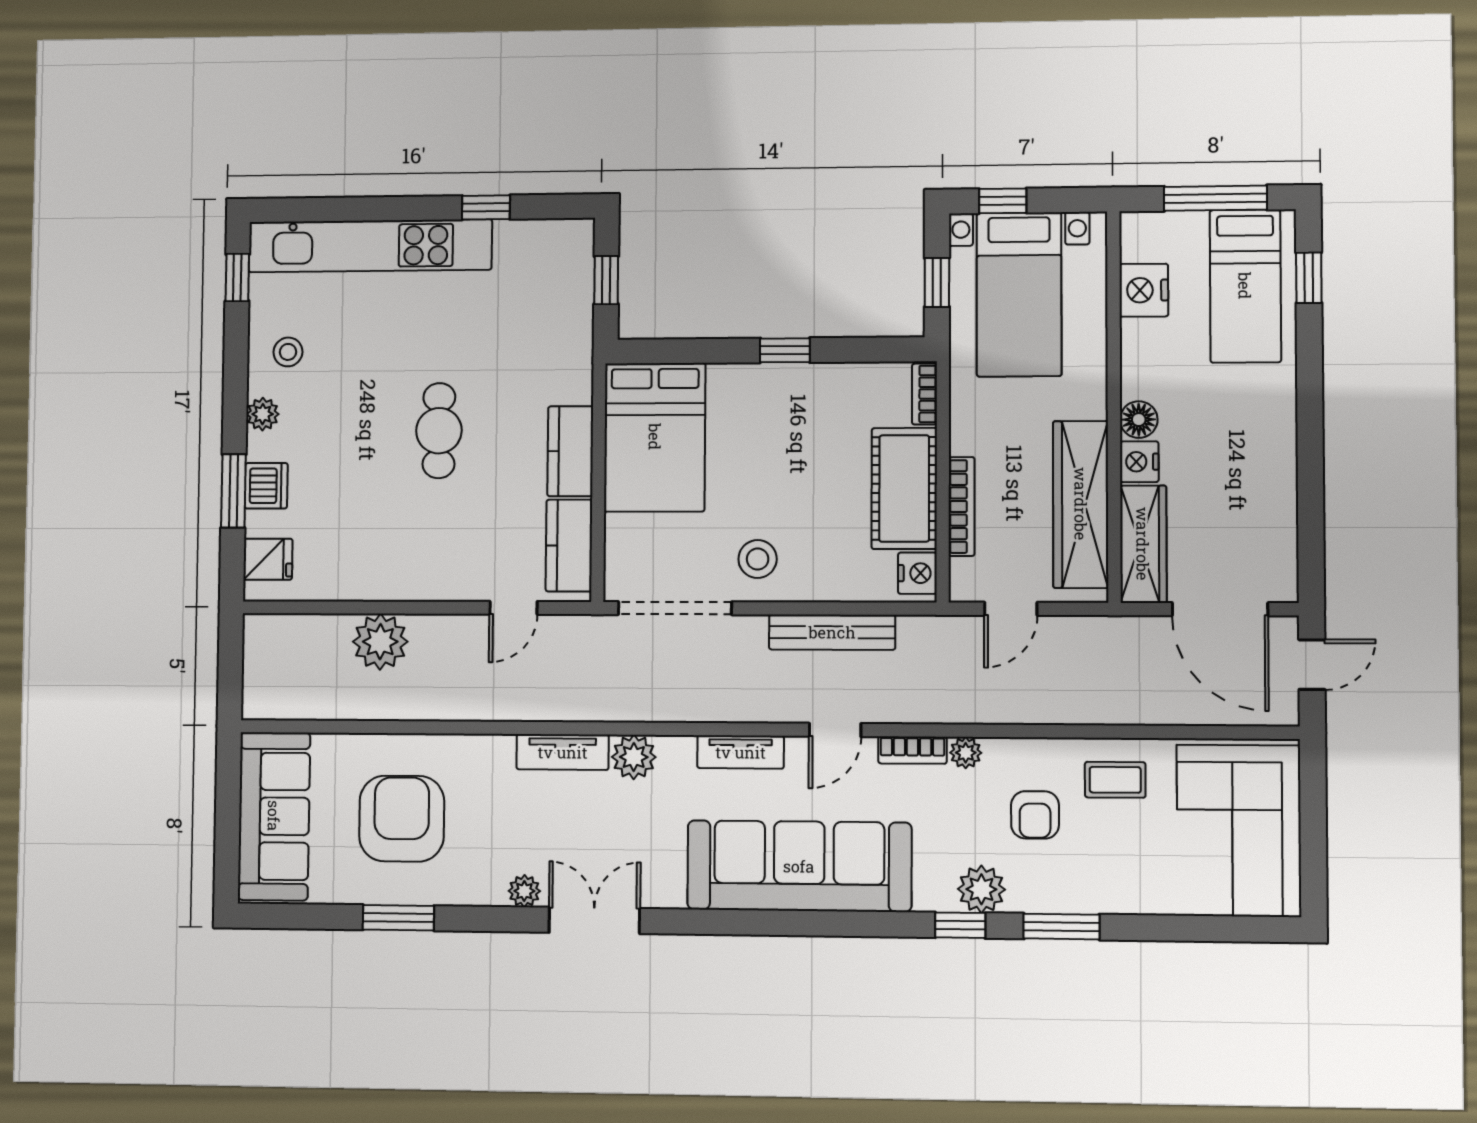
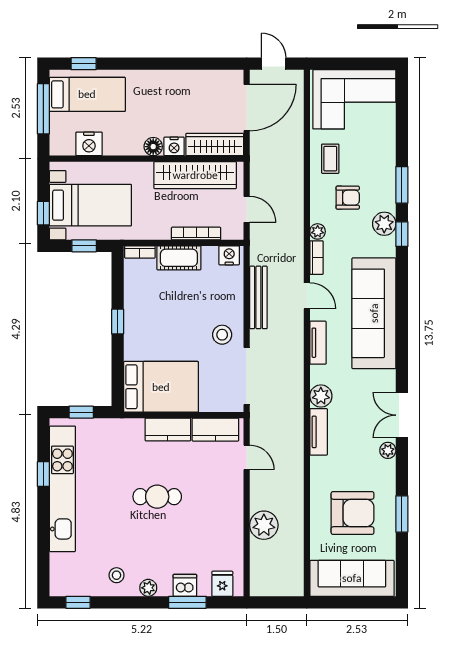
kitchen unit: (370, 246) -> (62, 489), moved
cot: (904, 488) -> (179, 258), width x0.73, depth x0.75
armchair: (402, 819) -> (353, 513), turned 180

